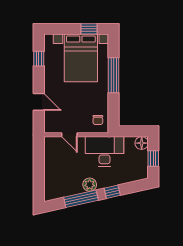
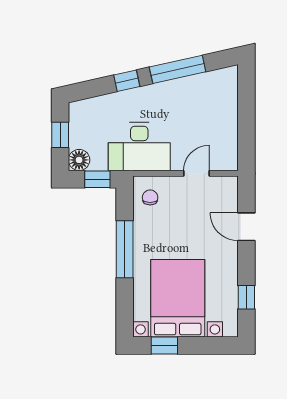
window: (114, 75) -> (125, 249), moved
window: (130, 131) -> (97, 179), added
door: (69, 135) -> (196, 173), hinge flipped
plant: (90, 185) -> (164, 92), removed

